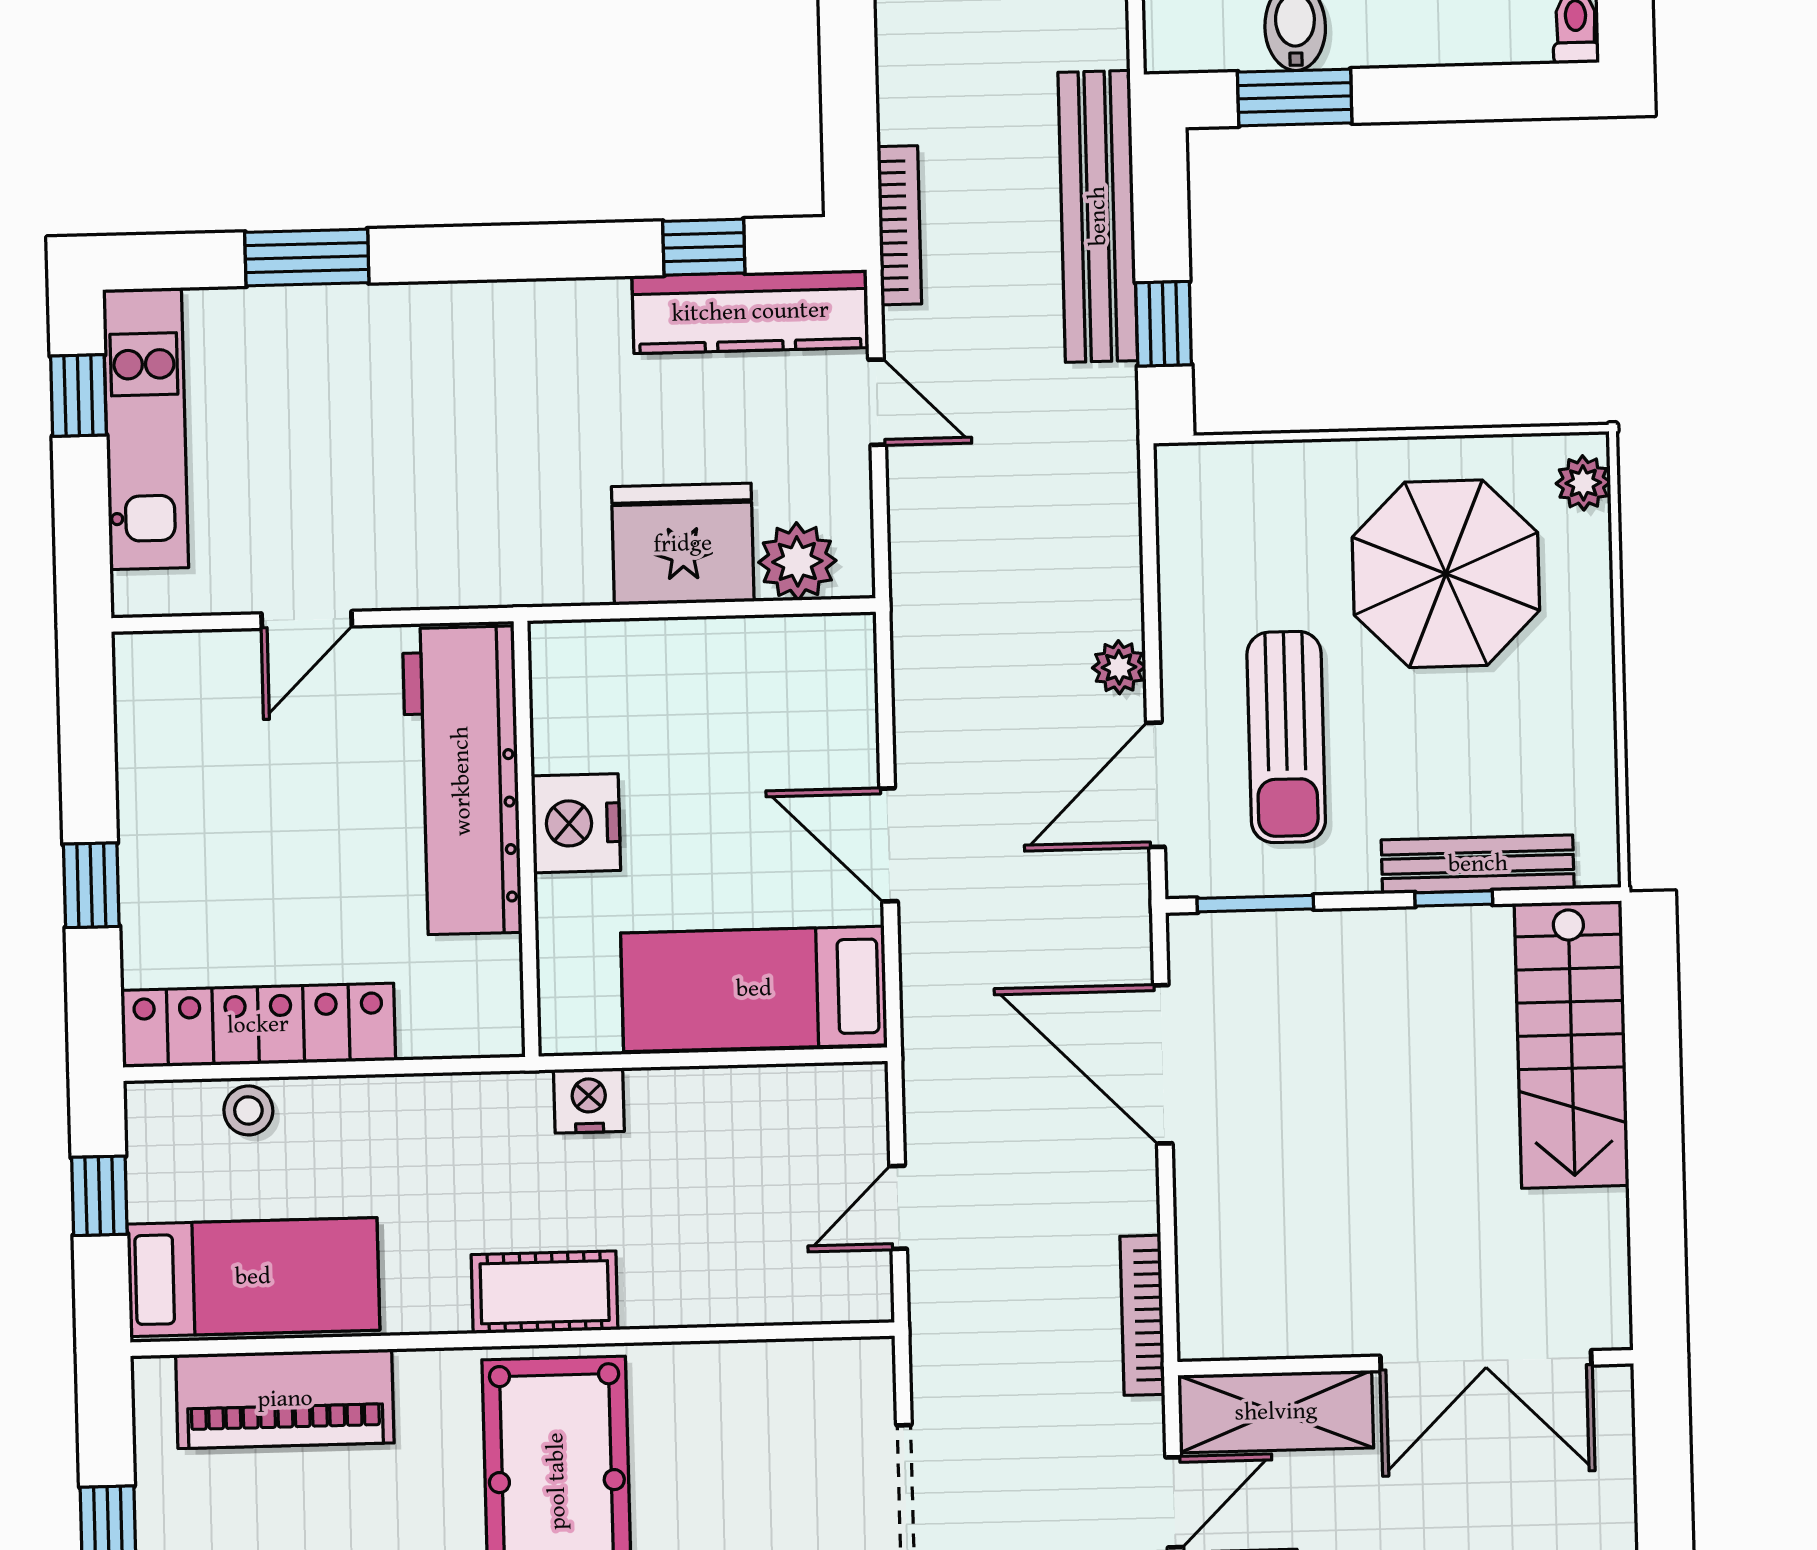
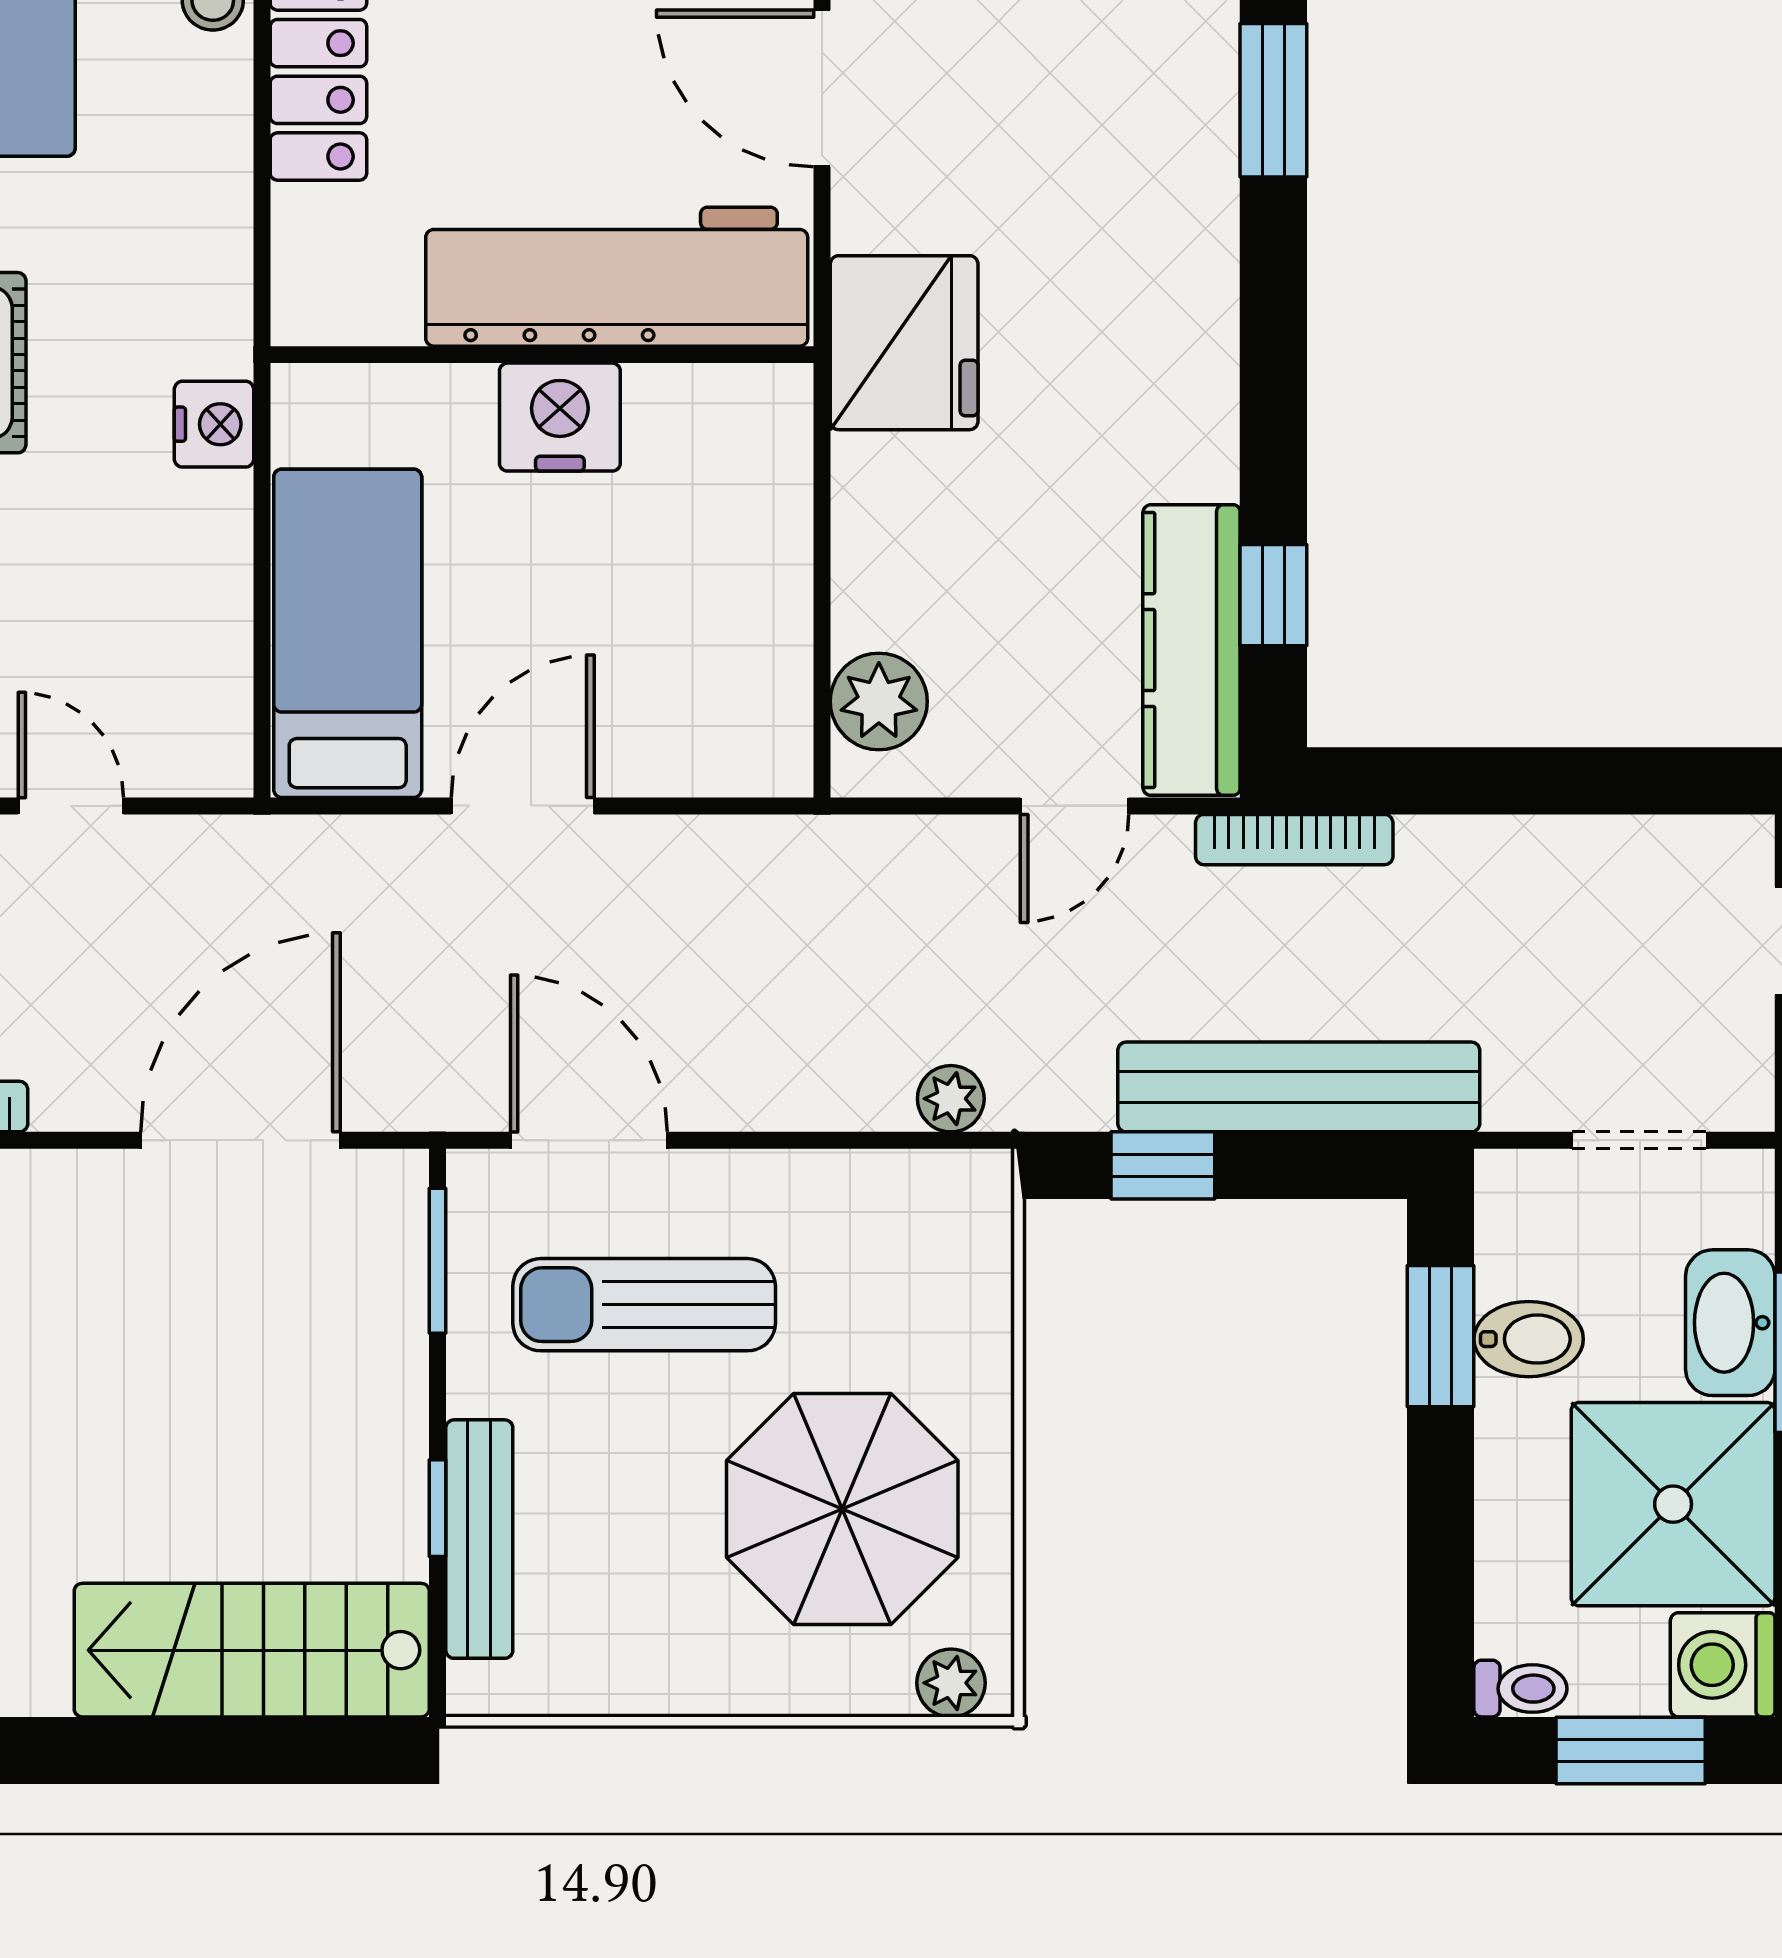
fridge: (683, 544) -> (904, 343), moved
door: (307, 620) -> (822, 88), width x1.38
plant: (1119, 667) -> (951, 1099), moved

